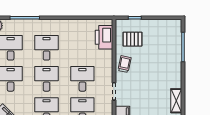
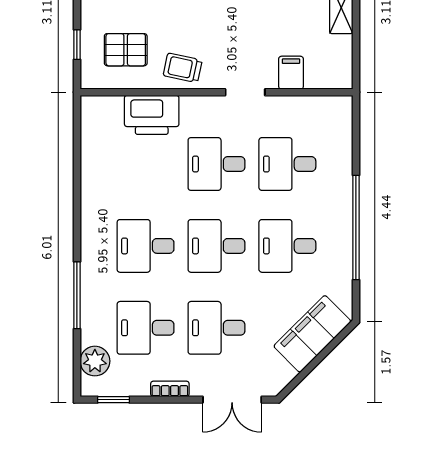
printer: (104, 37) -> (152, 115), moved
pallet: (133, 39) -> (126, 50), turned 90

